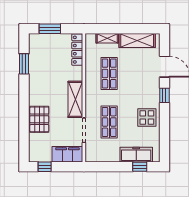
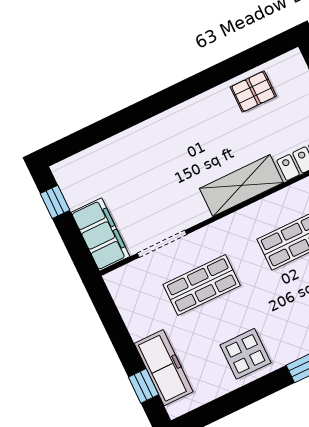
window: (24, 64) -> (235, 66), removed
shelving: (75, 99) -> (241, 186), moved
pallet: (39, 119) -> (253, 92), moved, width x0.67, depth x0.71

